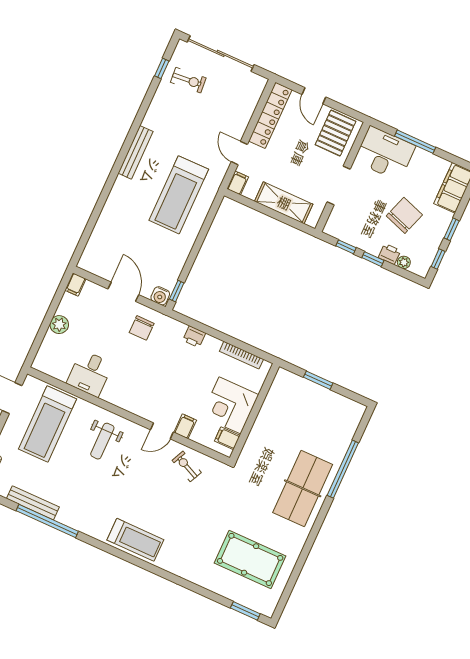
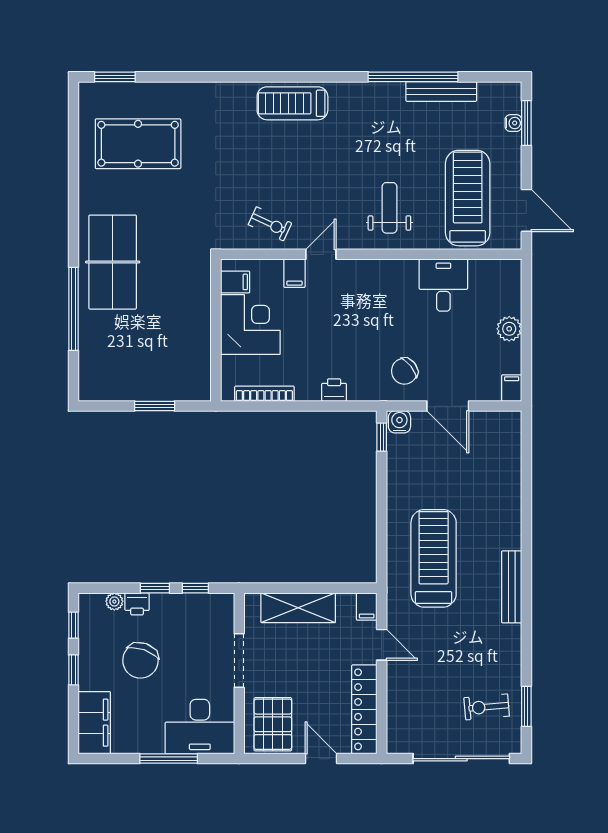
window: (162, 68) -> (526, 706), width x1.50
chair: (142, 328) -> (404, 371), turned -128

